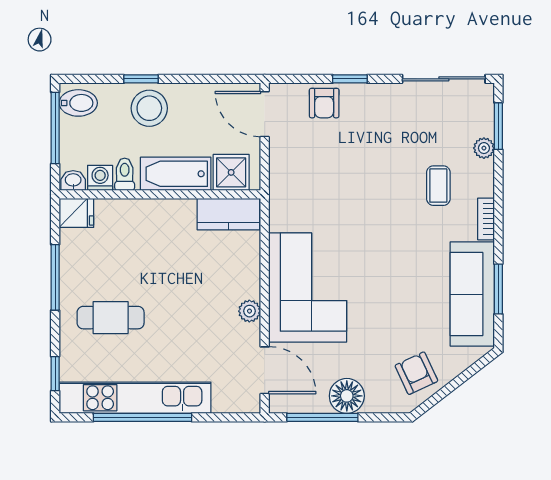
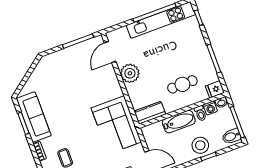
shower: (231, 172) -> (155, 131), removed
corner sofa: (308, 287) -> (116, 125), moved
plant: (249, 311) -> (130, 73), width x1.87, depth x1.87
cafe table: (111, 318) -> (182, 84), moved
door: (265, 370) -> (110, 52), hinge flipped
armchair: (416, 373) -> (45, 75), removed
floor lamp: (347, 396) -> (71, 54), removed

